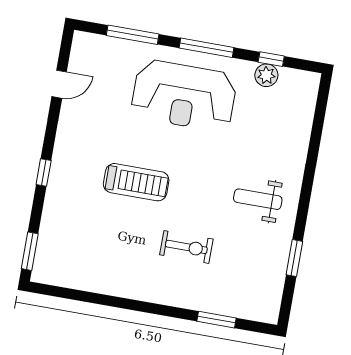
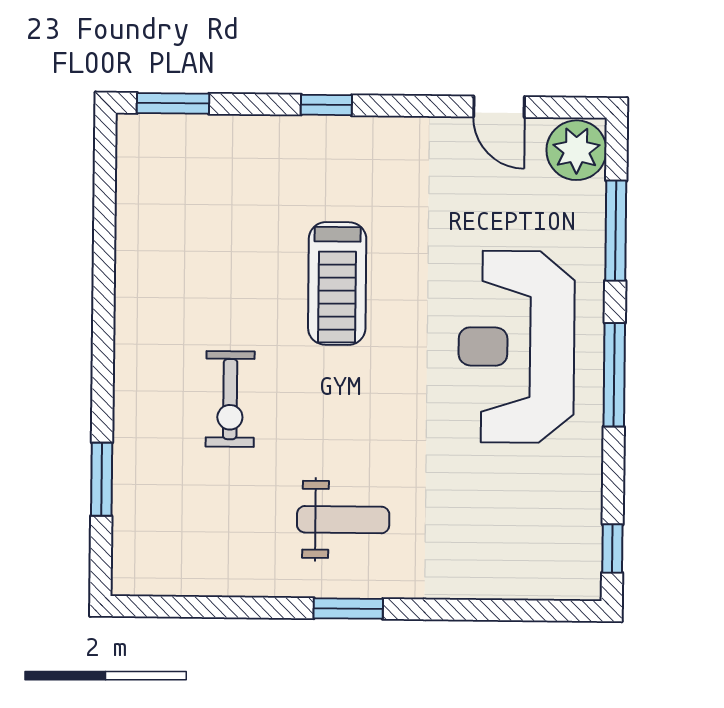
window: (271, 59) -> (612, 548), moved
plant: (266, 75) -> (577, 150), moved, width x1.36, depth x1.36
weight bench: (258, 199) -> (343, 520), turned 90
window: (294, 258) -> (348, 609), moved

